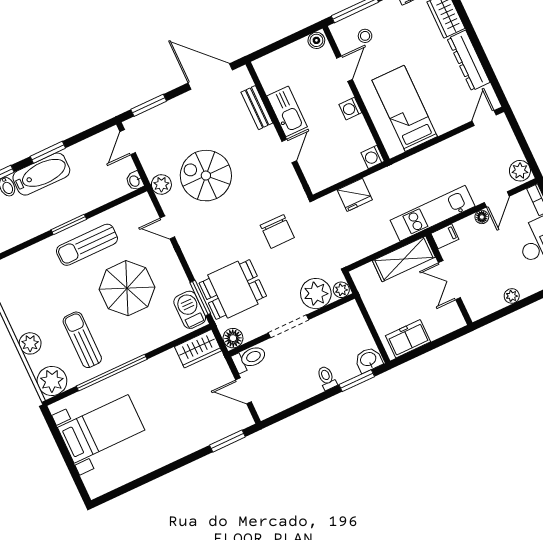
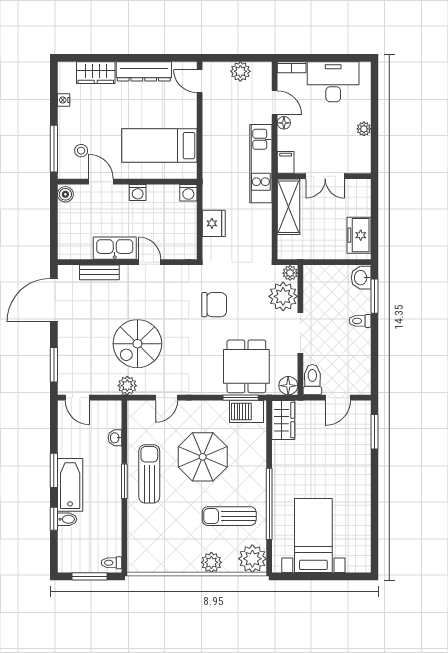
plant: (520, 171) -> (240, 71), moved
washbasin: (135, 181) -> (115, 438), moved, turned 90
sun lounger: (87, 245) -> (149, 474), turned 180

